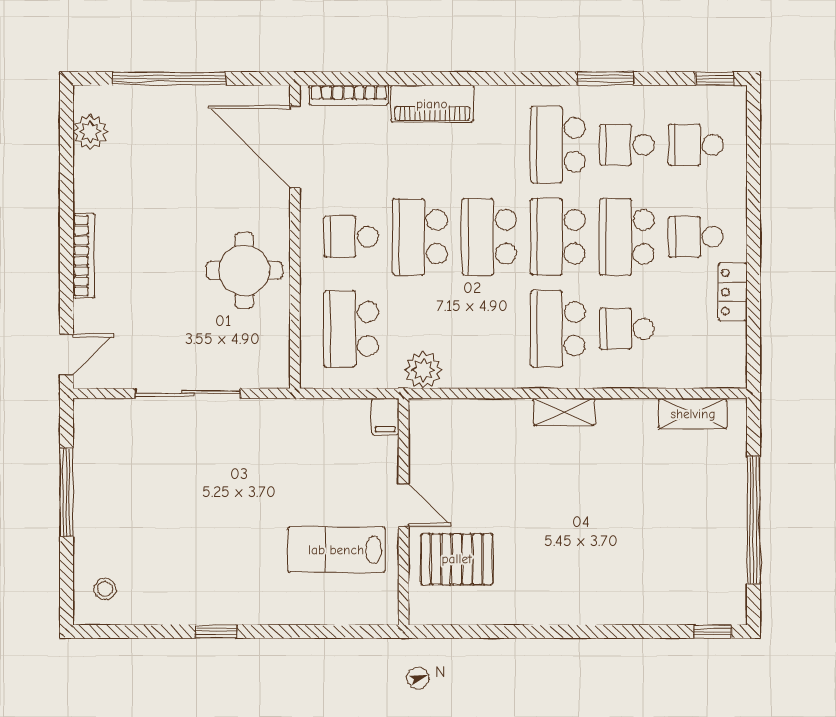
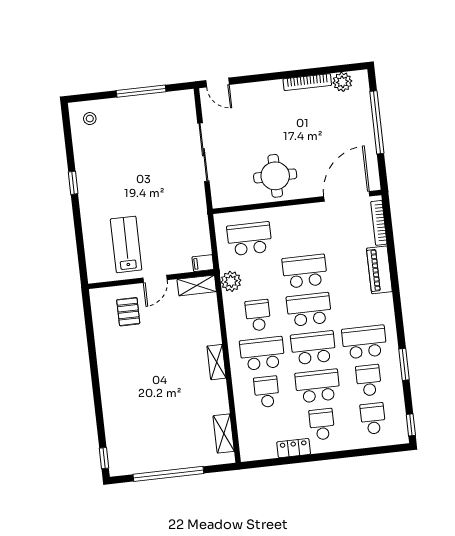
school desk: (351, 237) -> (258, 315), moved
bookcase: (84, 256) -> (307, 82), moved
shelving: (424, 432) -> (197, 285), added
pallet: (457, 559) -> (128, 312), width x0.67, depth x0.71

